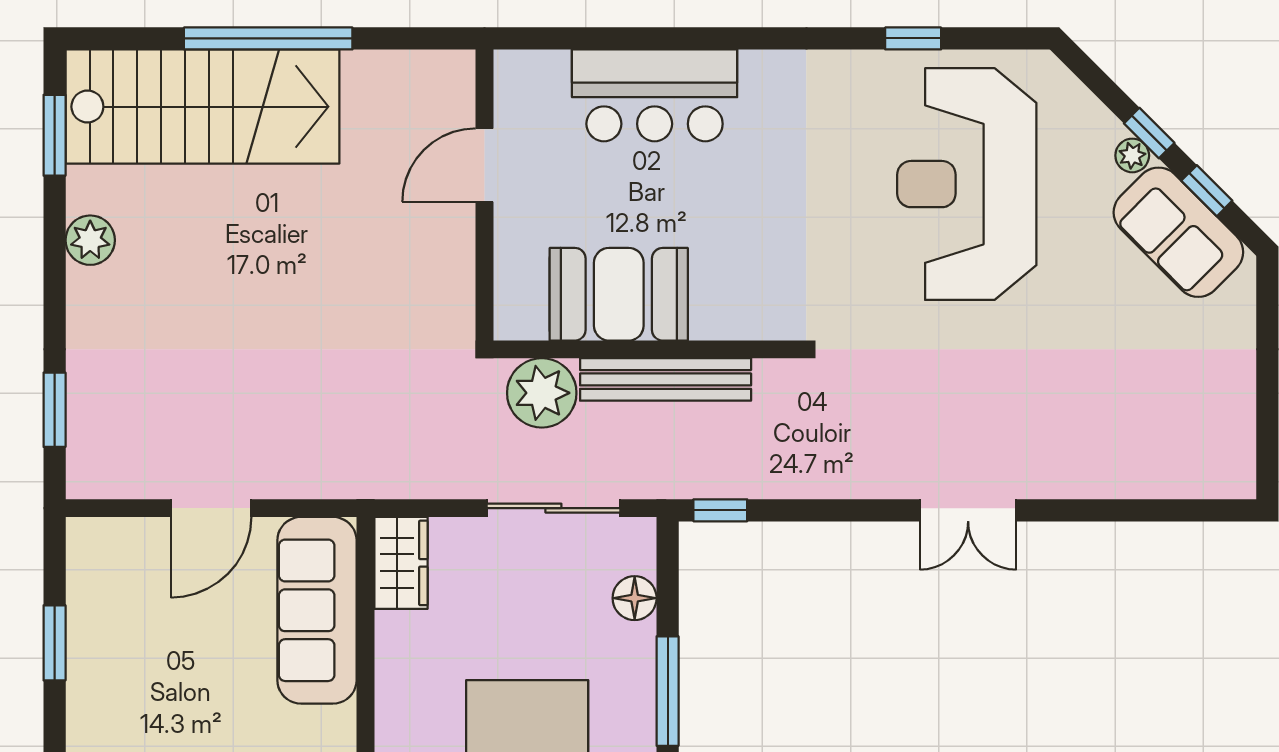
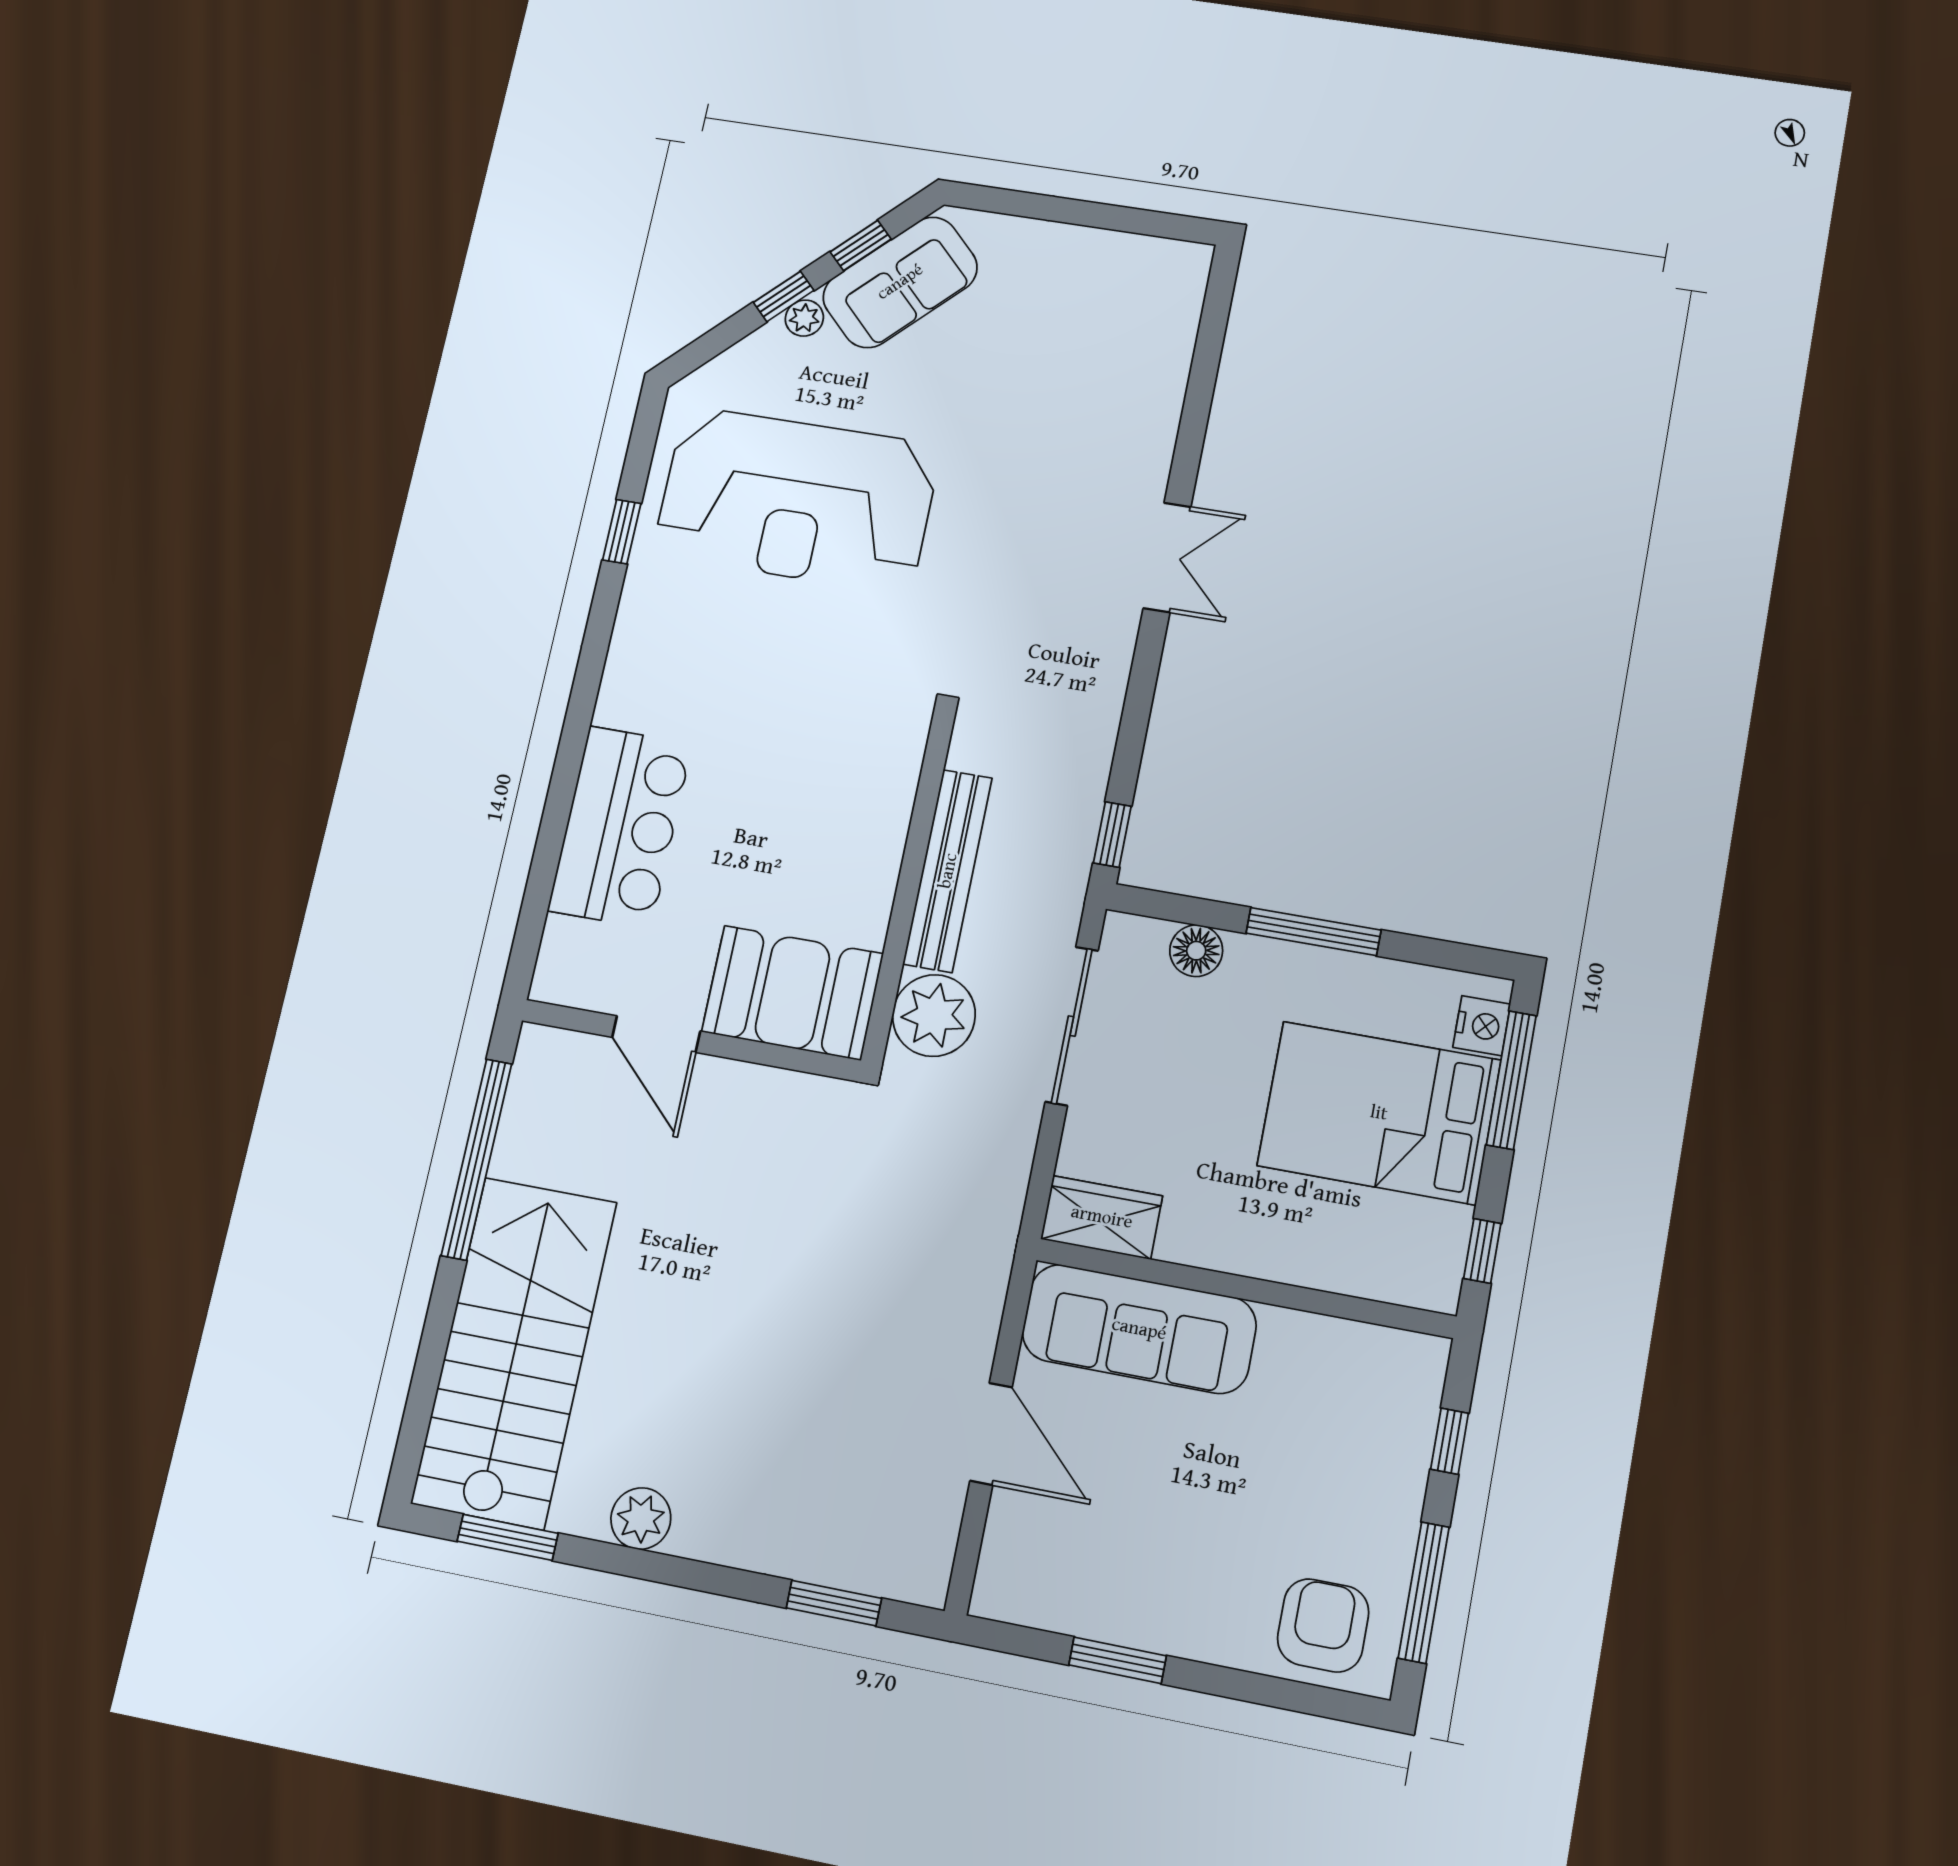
window: (268, 38) -> (477, 1159), moved
booth: (619, 294) -> (792, 993), moved, turned 90

